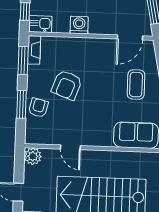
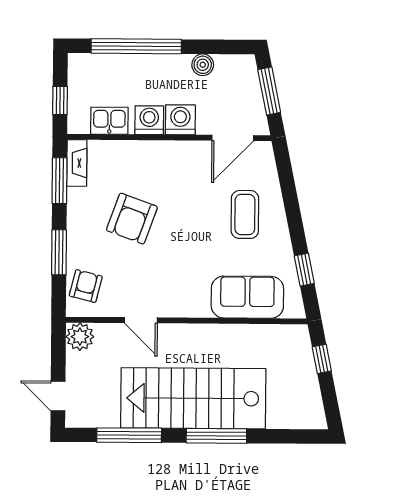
kitchen sink: (40, 24) -> (109, 121), moved
washing machine: (98, 25) -> (180, 120), added
armchair: (38, 108) -> (86, 286), moved

